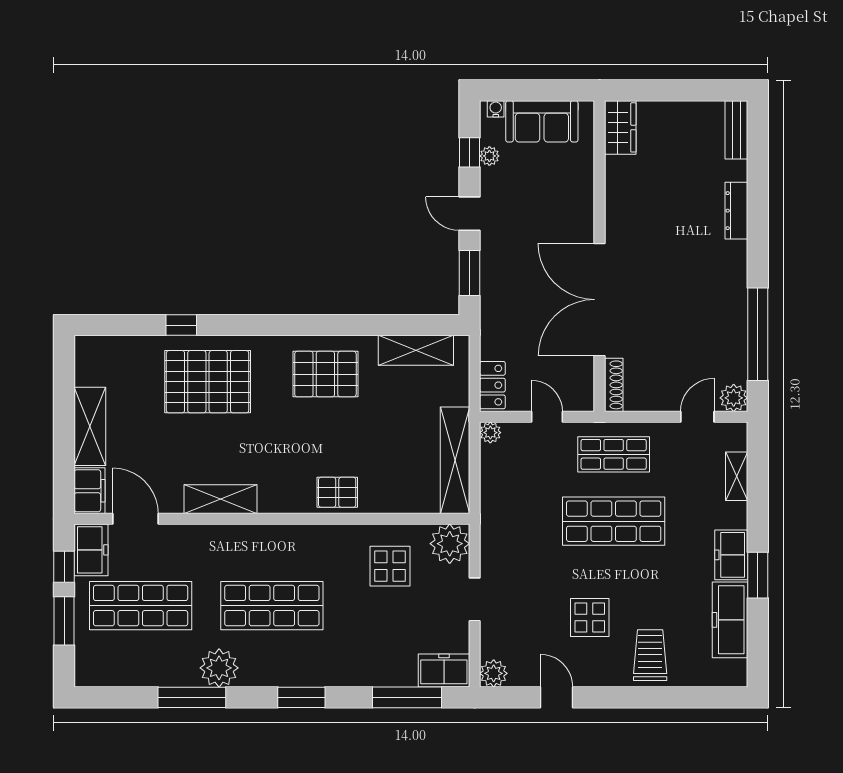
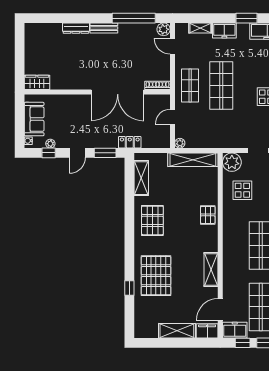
bench: (736, 130) -> (104, 28), moved
locker: (492, 385) -> (130, 142), moved
freezer: (731, 555) -> (224, 30), moved

